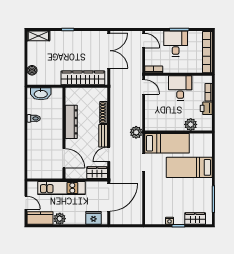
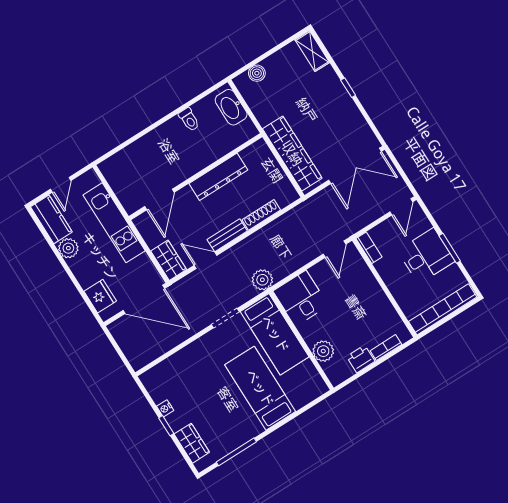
desk: (180, 88) -> (301, 298), moved, turned -90

